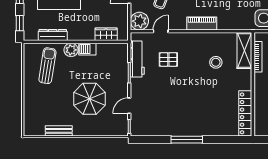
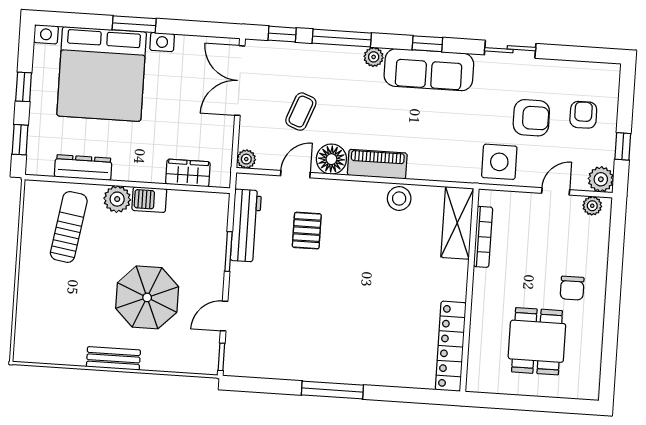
plant: (139, 21) -> (246, 159), width x0.53, depth x0.53
floor lamp: (178, 22) -> (331, 159), added
pallet: (168, 59) -> (307, 231), turned 90
stool: (216, 62) -> (399, 198), moved
bench: (59, 131) -> (113, 358), moved

